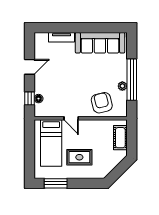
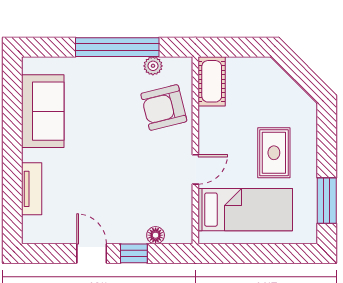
sofa: (100, 43) -> (43, 111), width x0.73
plant: (122, 86) -> (153, 66), moved
window: (30, 98) -> (134, 253), moved
cot: (120, 138) -> (212, 81), moved, turned 90

